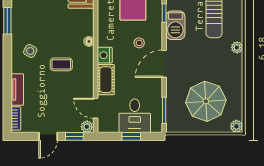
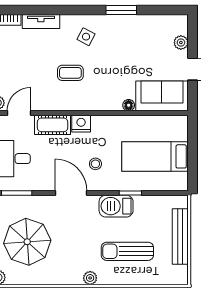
floor lamp: (89, 41) -> (129, 105), moved
coffee table: (61, 64) -> (70, 73), turned 90

